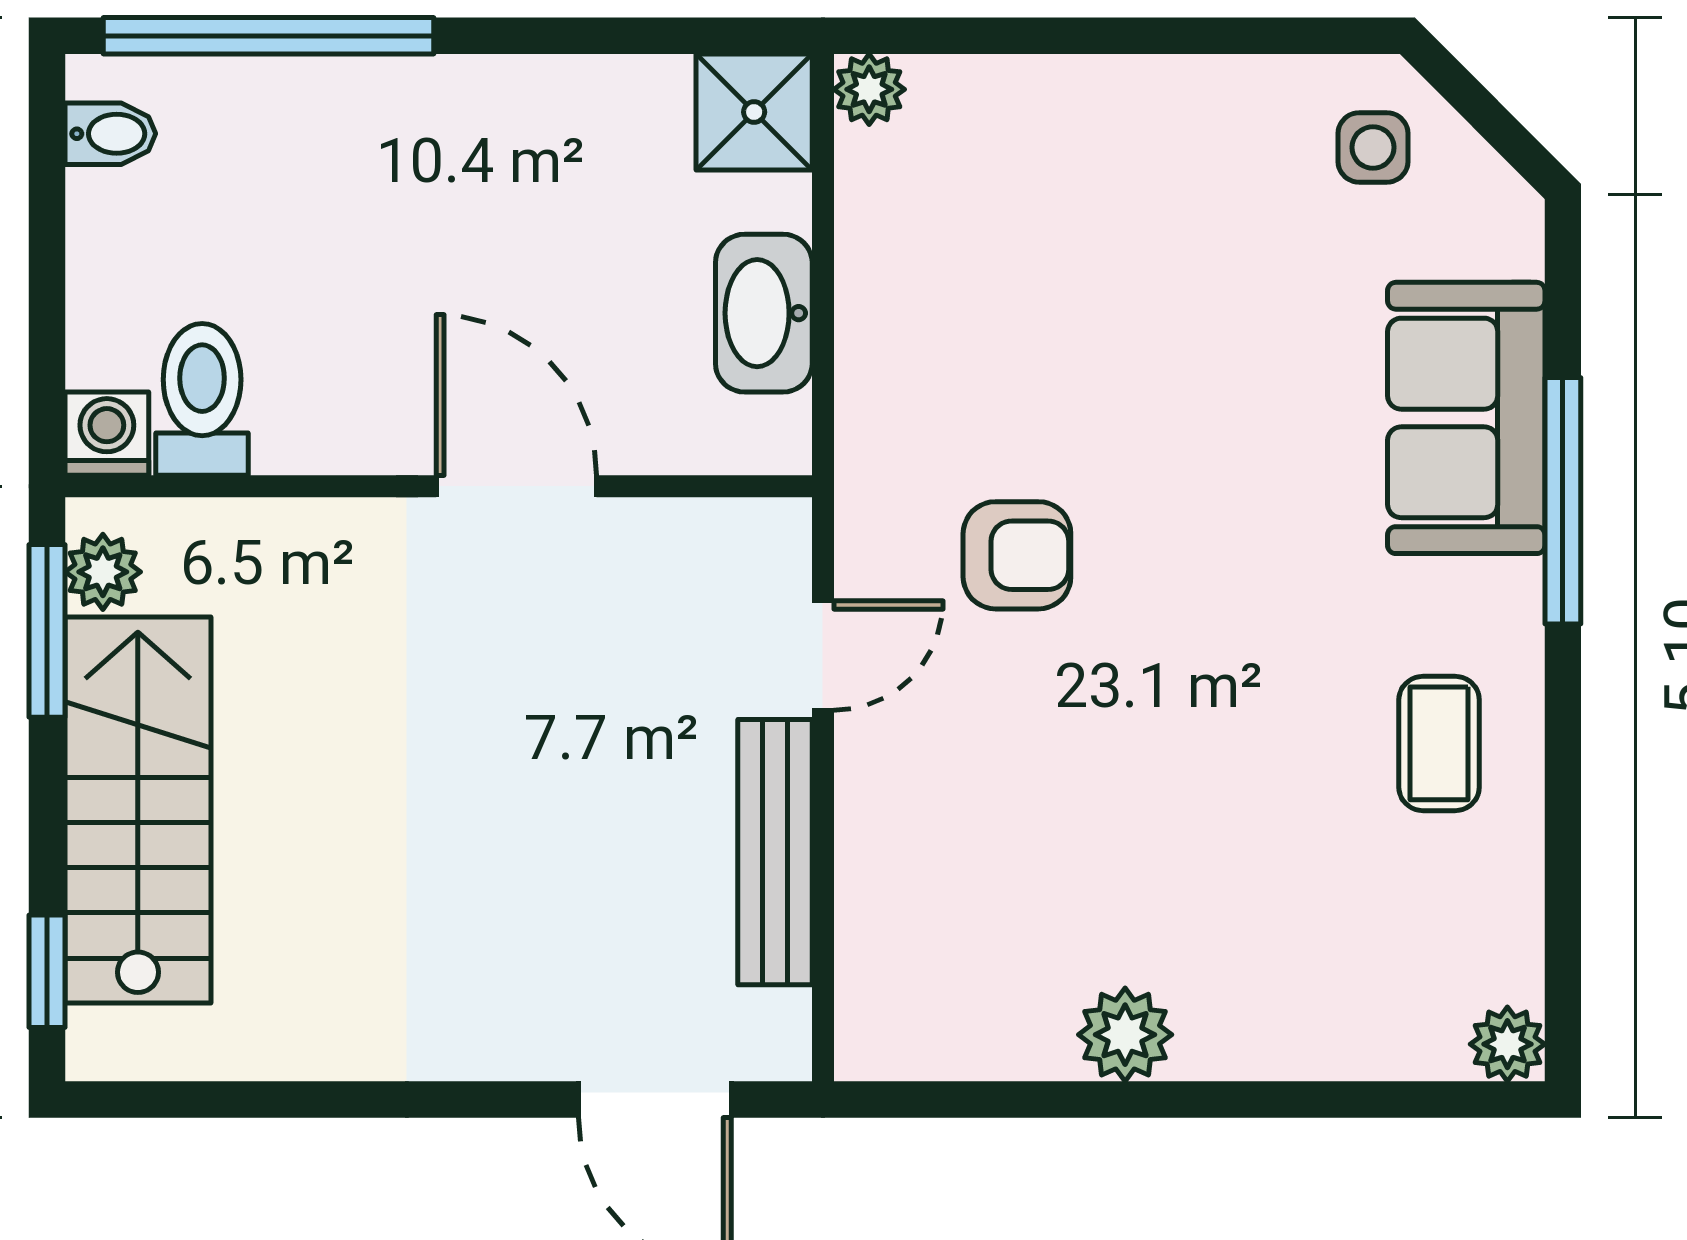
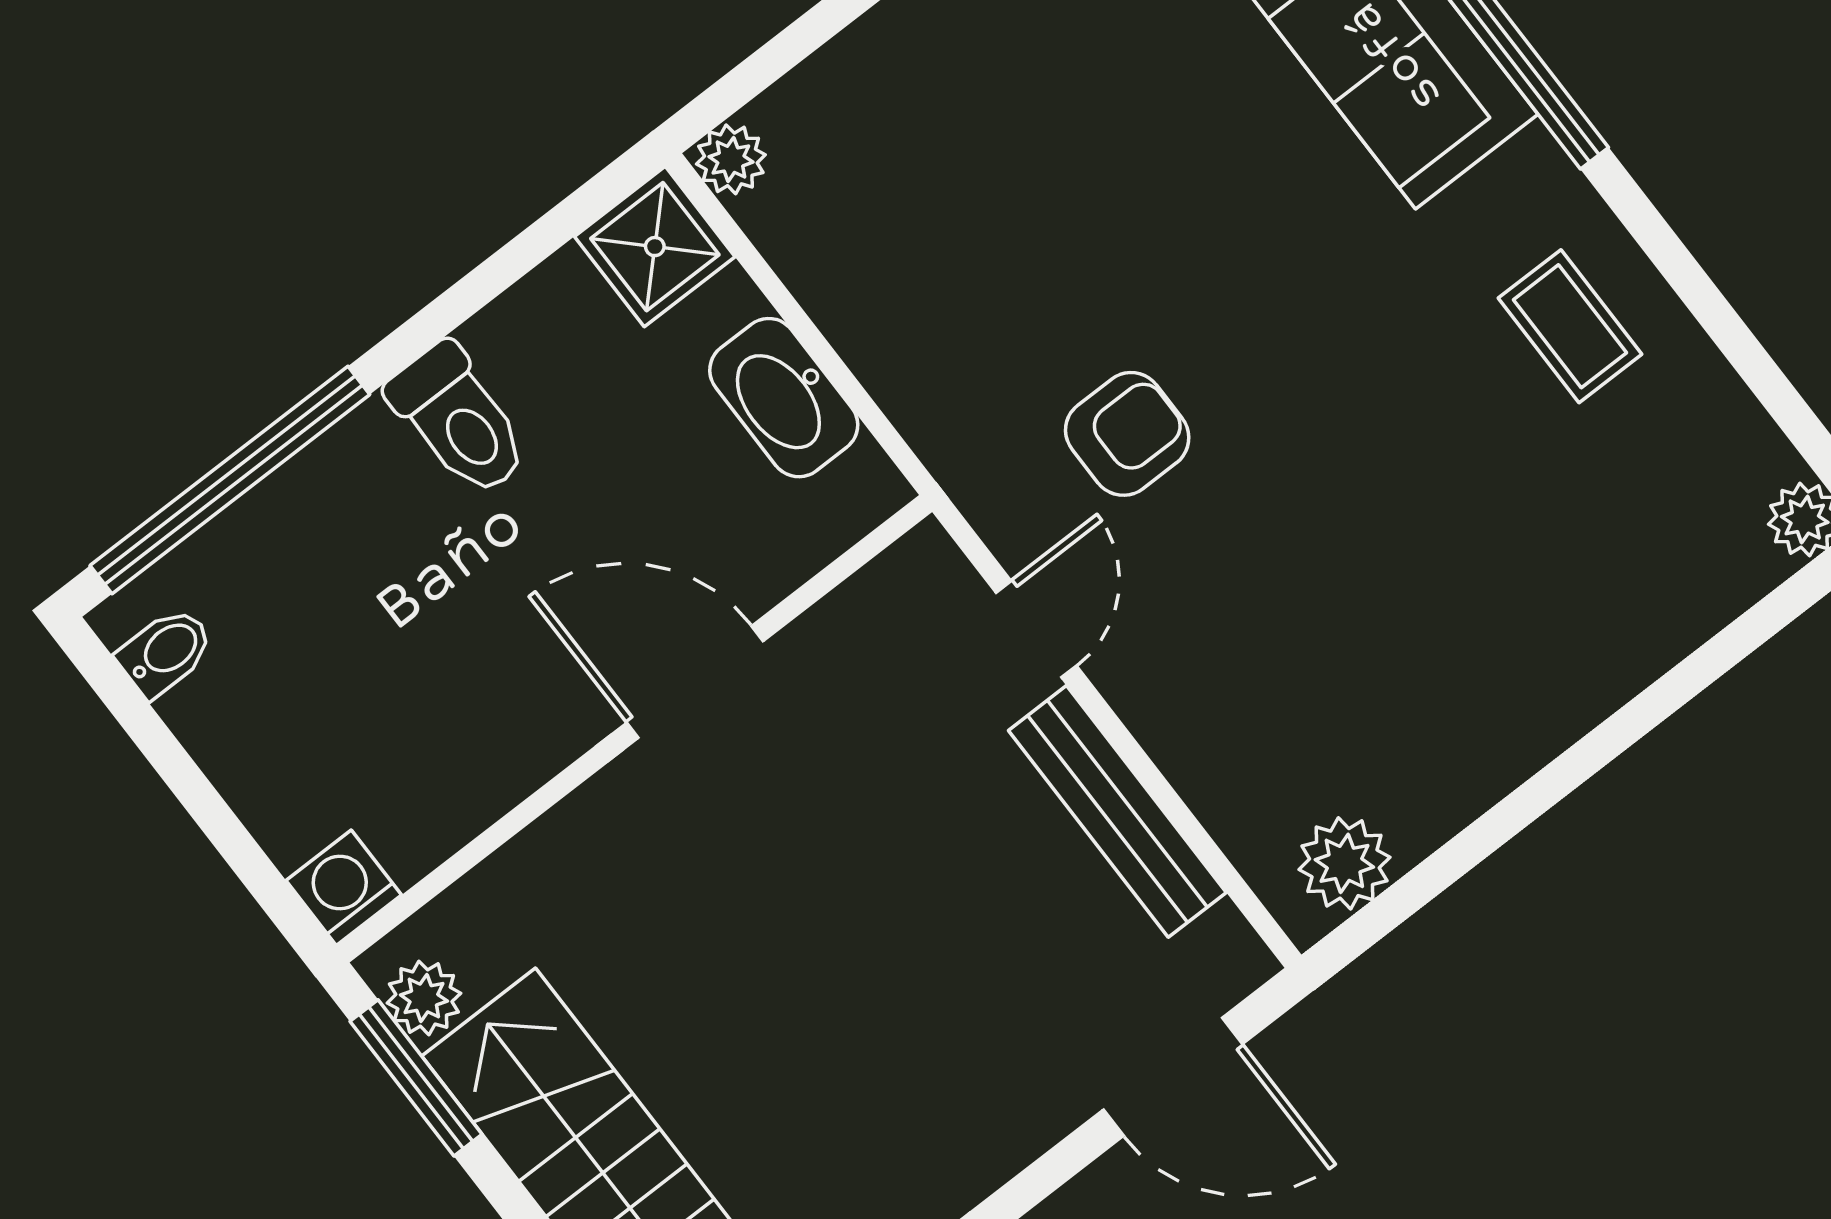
toilet: (202, 399) -> (459, 420), moved, turned 180
plant: (1125, 1035) -> (1344, 863), moved

